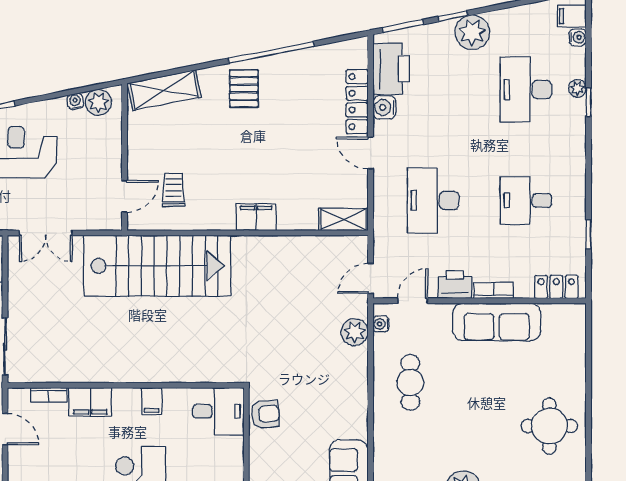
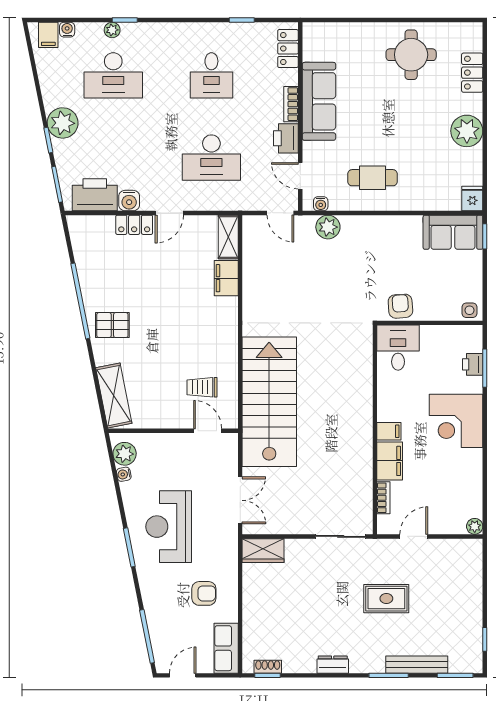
locker: (357, 102) -> (134, 225), width x0.66
filing cabinet: (256, 217) -> (226, 278), moved
filing cabinet: (152, 401) -> (389, 431), moved

